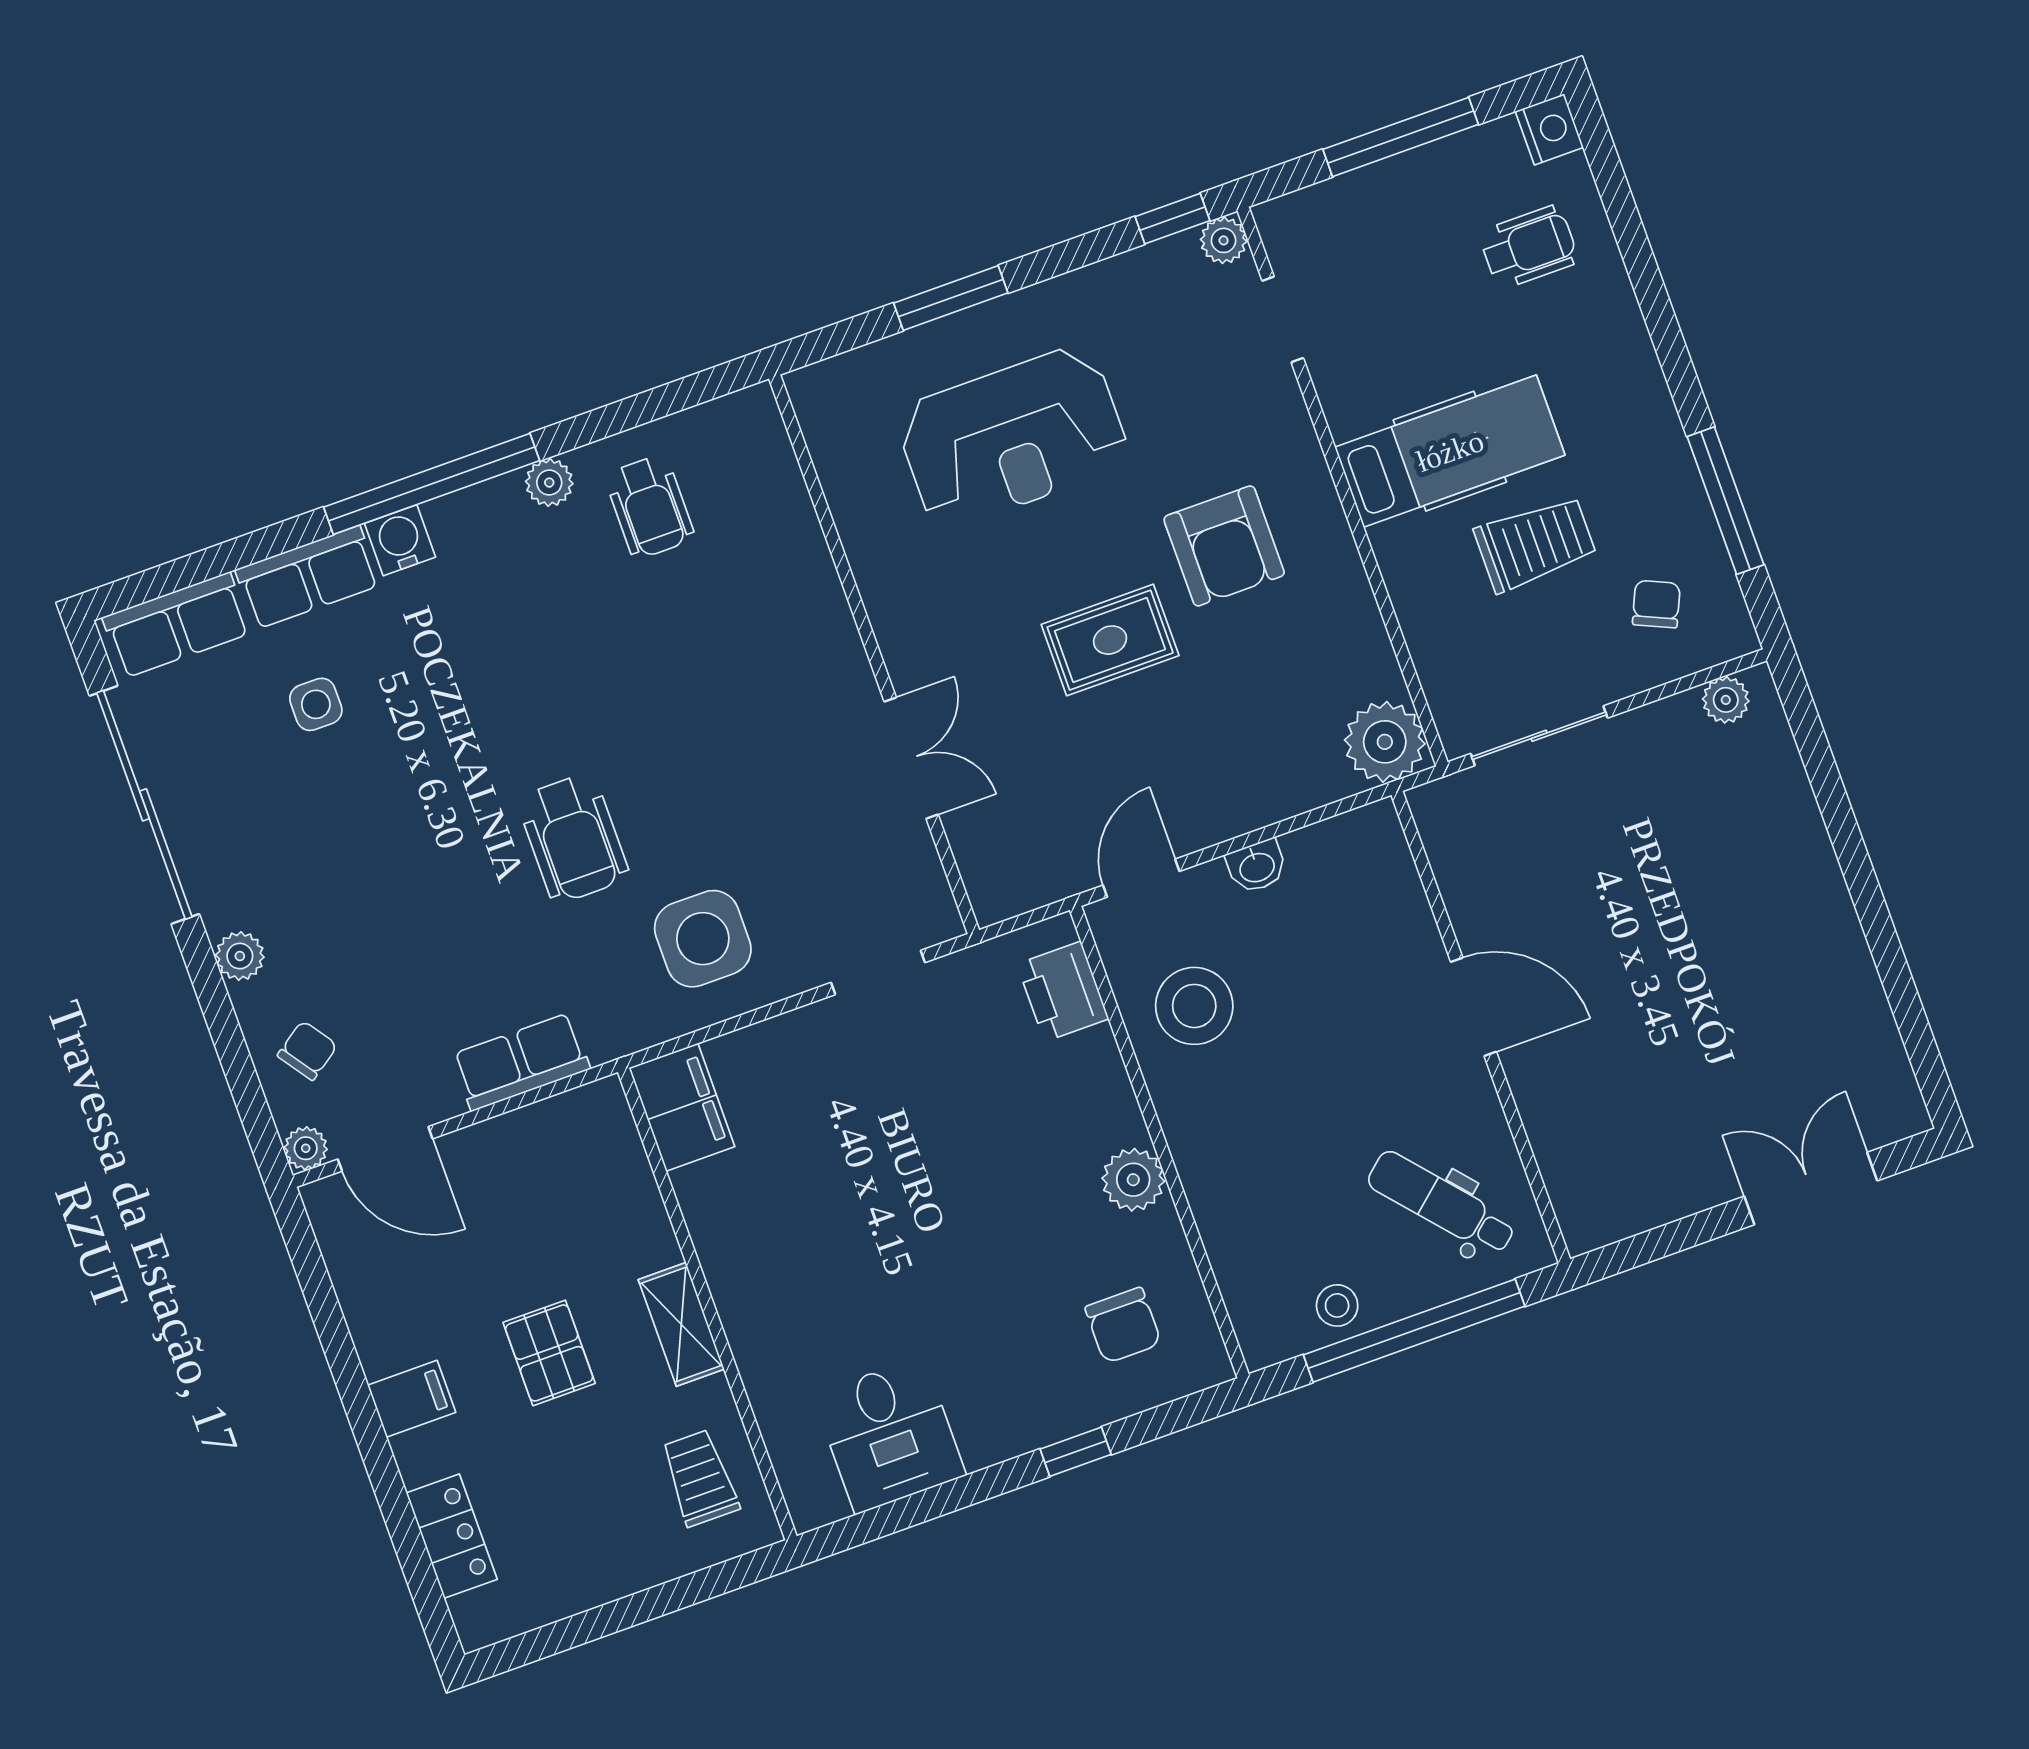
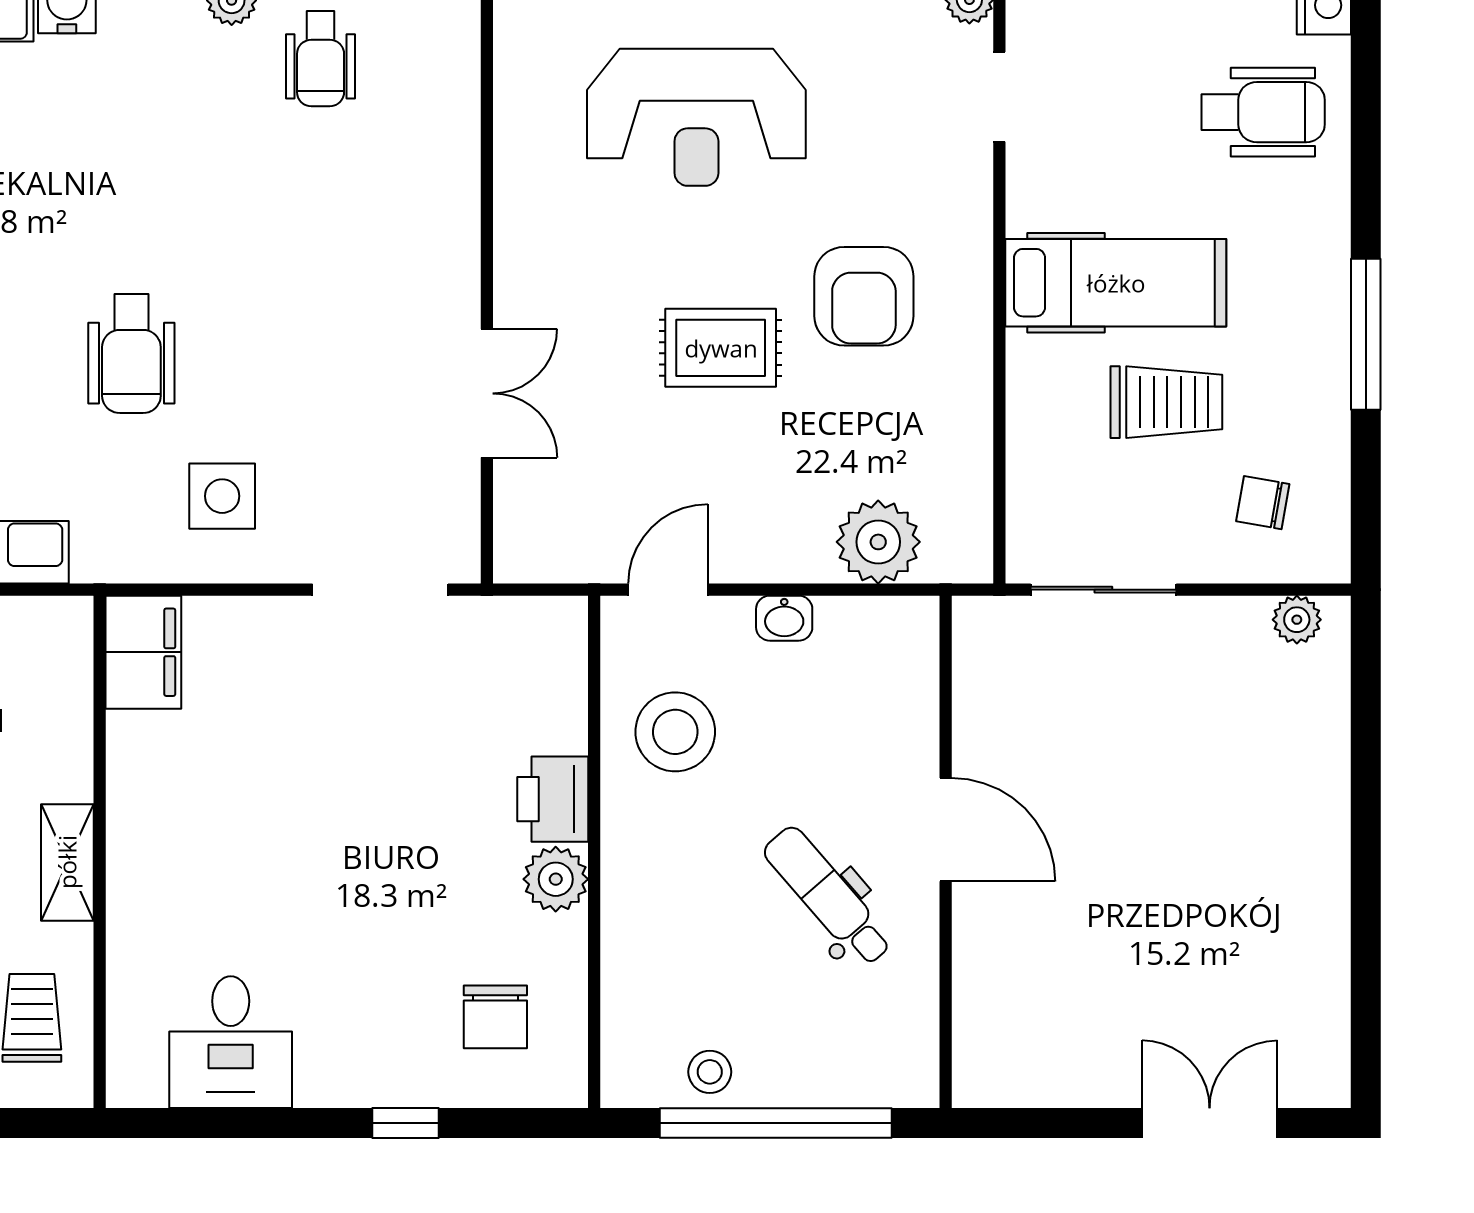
wheelchair: (1529, 247) -> (1263, 112), width x1.36, depth x1.37
window: (1726, 501) -> (1366, 334), moved
chair: (1656, 604) -> (1263, 503), turned -104
plant: (1385, 742) -> (878, 542), moved
side table: (703, 939) -> (222, 496), width x0.73, depth x0.73
doorway: (878, 972) -> (380, 590), width x1.38
printer: (1063, 991) -> (553, 799), moved
dental chair: (1442, 1203) -> (828, 896), moved

